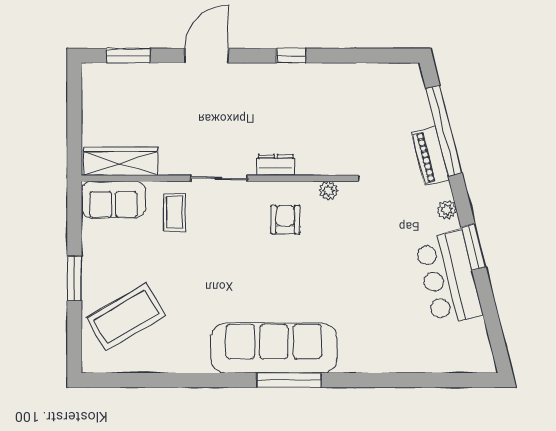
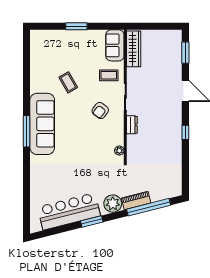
plant: (447, 210) -> (113, 204), width x1.87, depth x1.87
armchair: (285, 220) -> (100, 111), moved, turned 126
bar counter: (449, 278) -> (69, 211), width x1.36
coffee table: (126, 317) -> (68, 82), moved, width x0.54, depth x0.58

